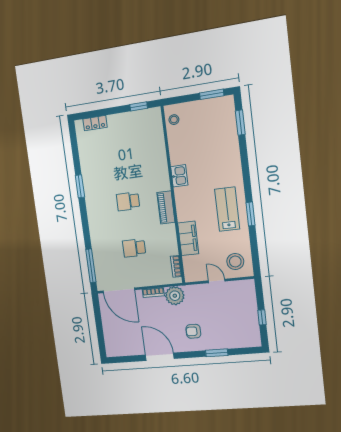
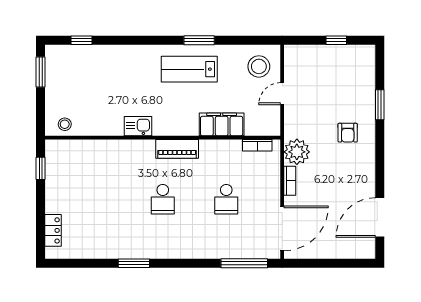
window: (240, 123) -> (81, 40), width x0.67
door: (160, 357) -> (380, 218), moved

